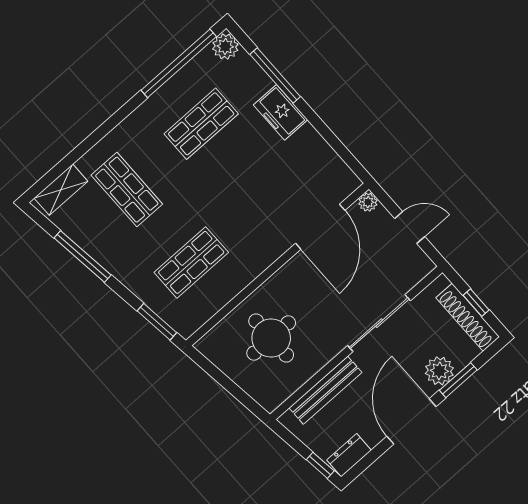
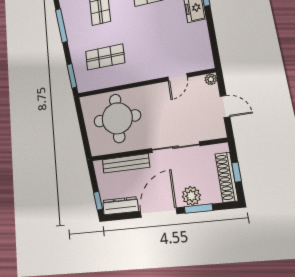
door: (320, 227) -> (178, 77), width x0.53
round table: (271, 338) -> (117, 118), width x1.36, depth x1.36
dresser: (349, 455) -> (120, 206), width x1.44

